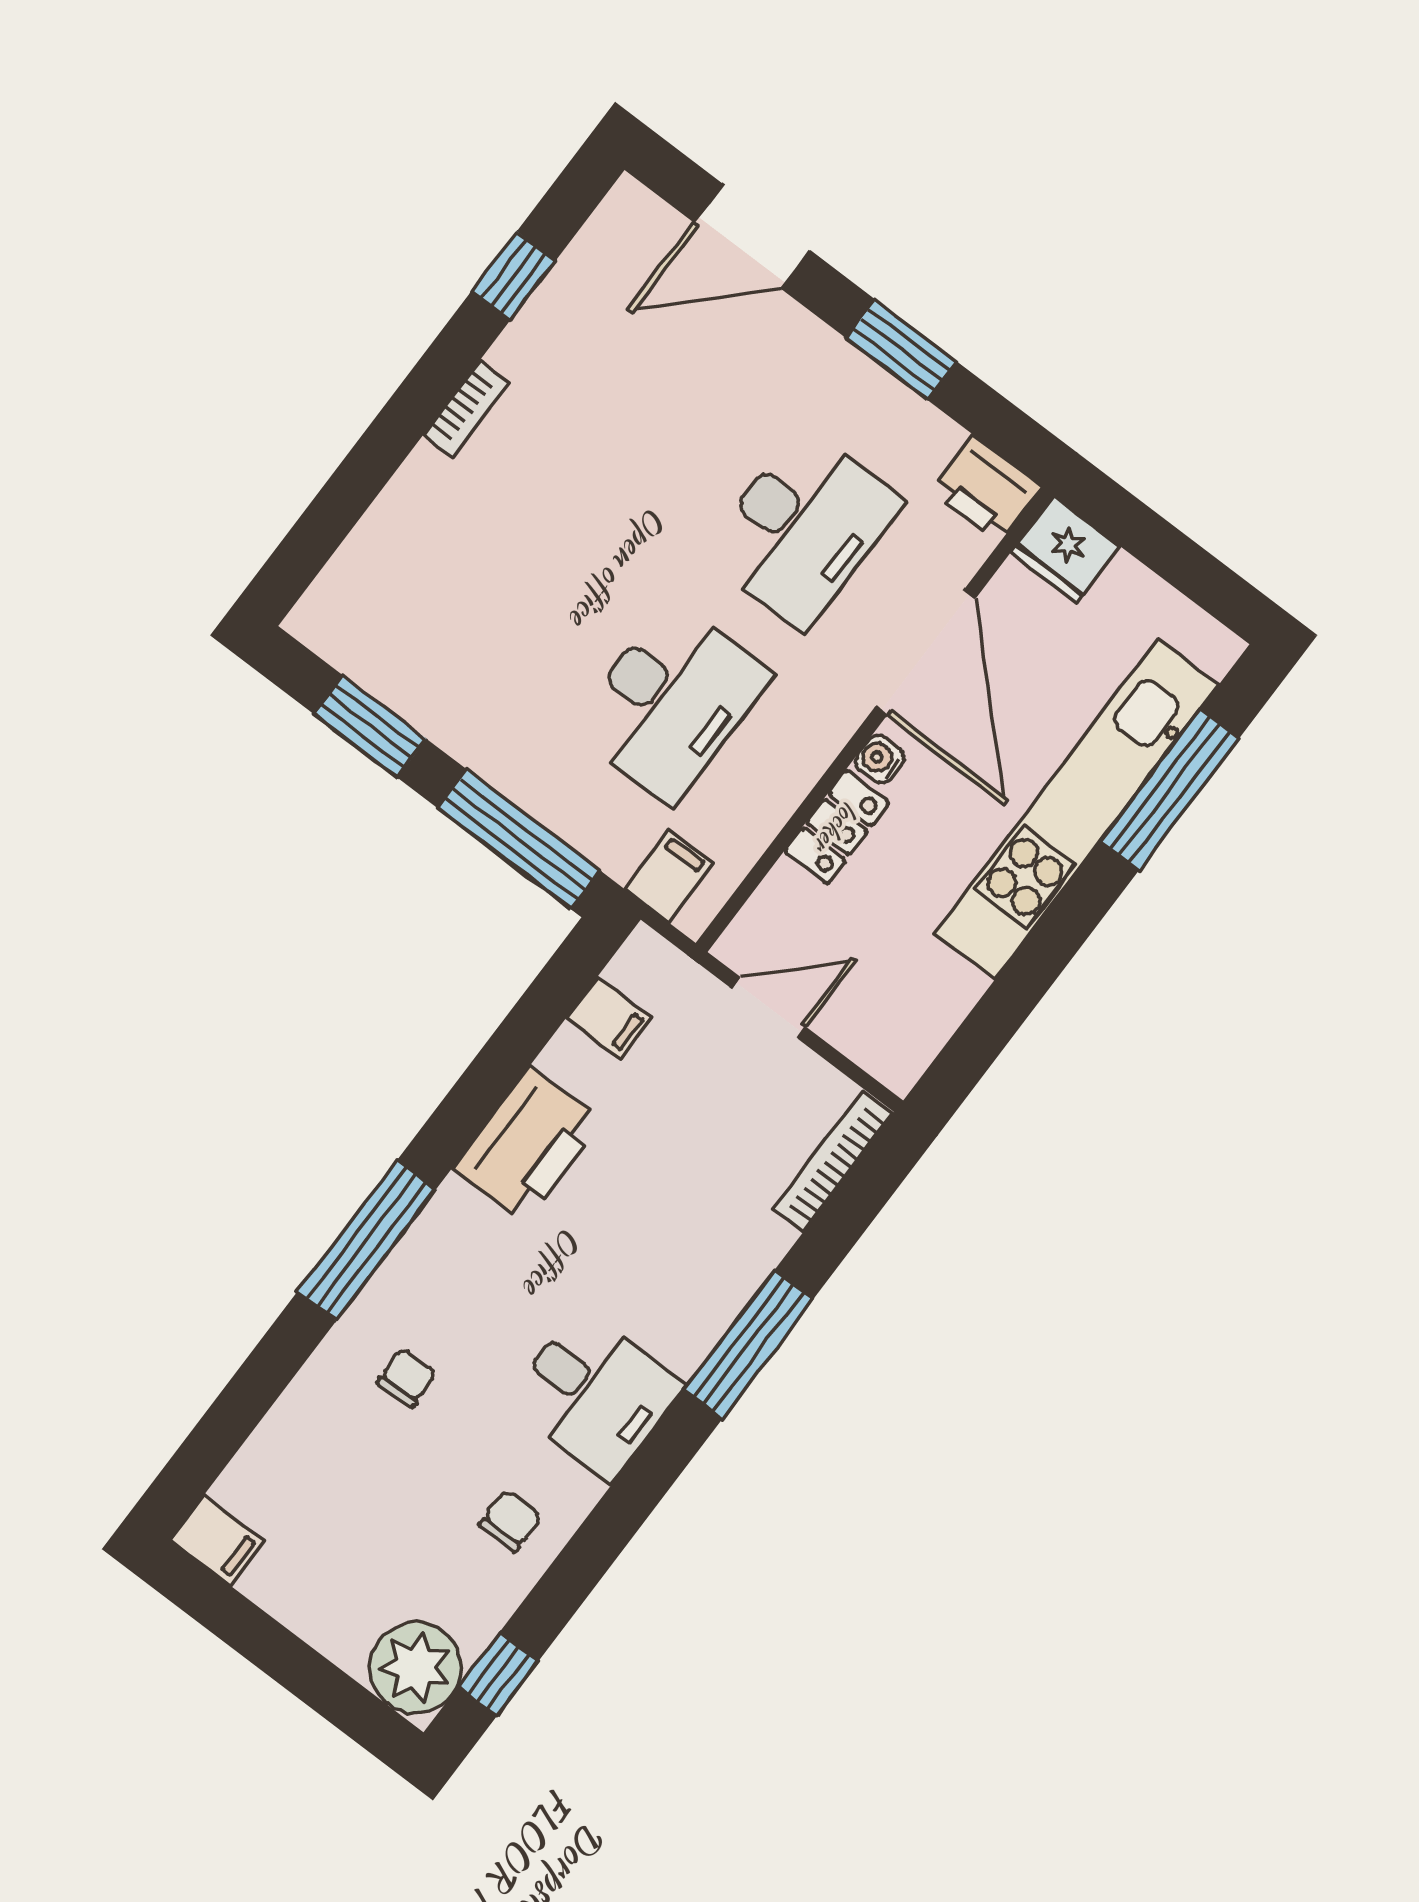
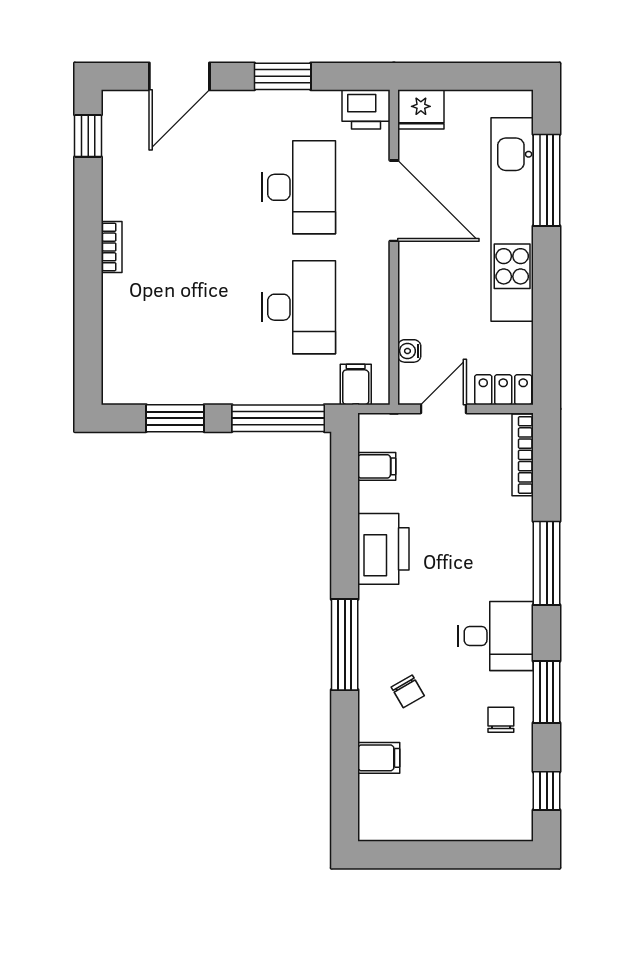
window: (513, 276) -> (88, 136), moved
water cooler: (880, 759) -> (409, 351), moved
locker: (837, 827) -> (503, 390), moved, turned -90
chair: (407, 1378) -> (408, 691), turned 153
window: (607, 1531) -> (547, 692), added
filing cabinet: (217, 1540) -> (379, 758), moved
plant: (415, 1668) -> (508, 816), removed

